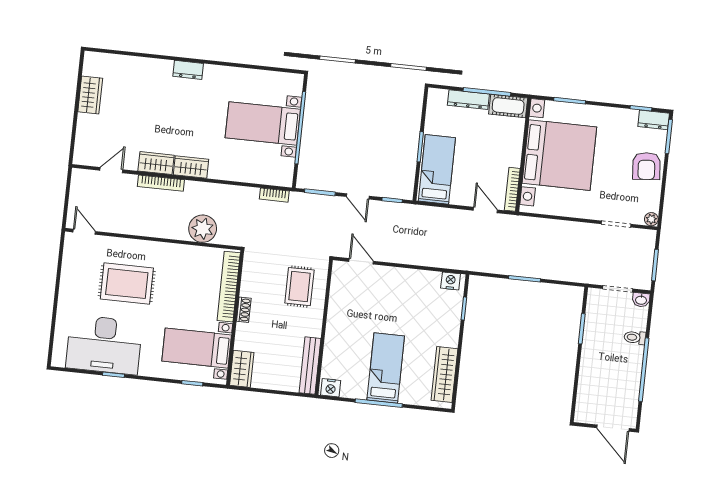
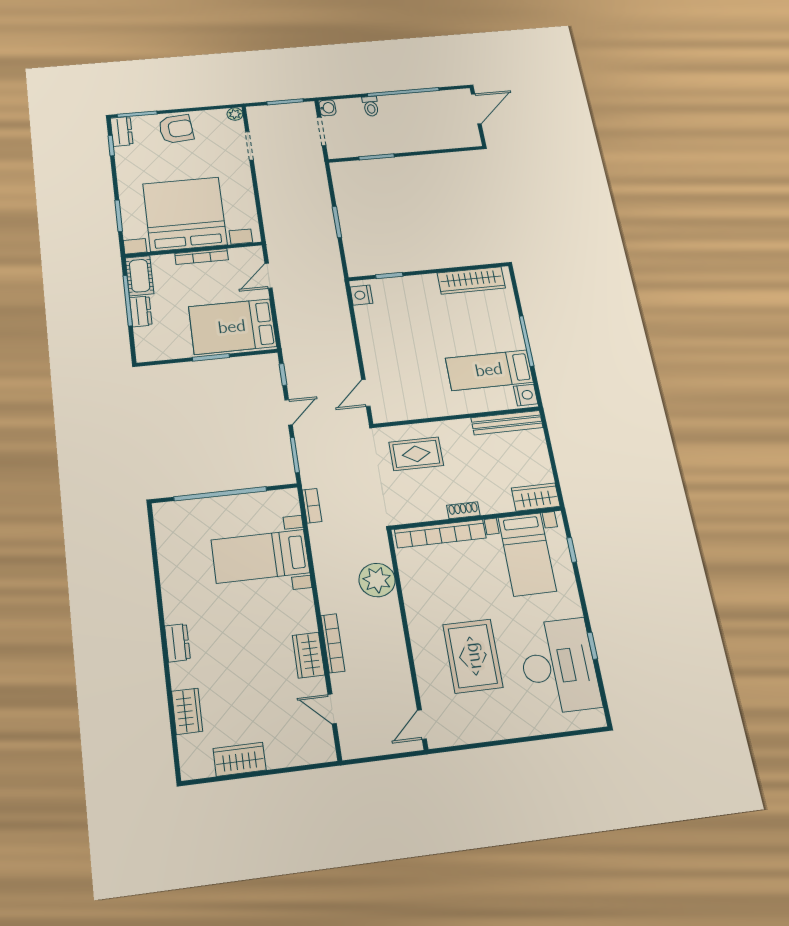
dresser: (468, 100) -> (141, 311), width x0.70
bed with nightstands: (263, 123) -> (260, 556), moved, turned 90
wardrobe: (191, 167) -> (187, 711), moved, turned 180
bed: (437, 169) -> (232, 327), width x1.50
bookcase: (512, 189) -> (202, 257), moved
bed: (386, 368) -> (489, 370), moved

